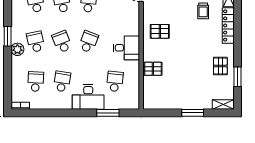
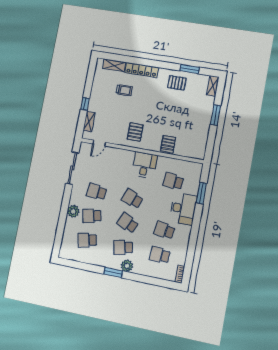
school desk: (62, 42) -> (128, 223), turned 45

